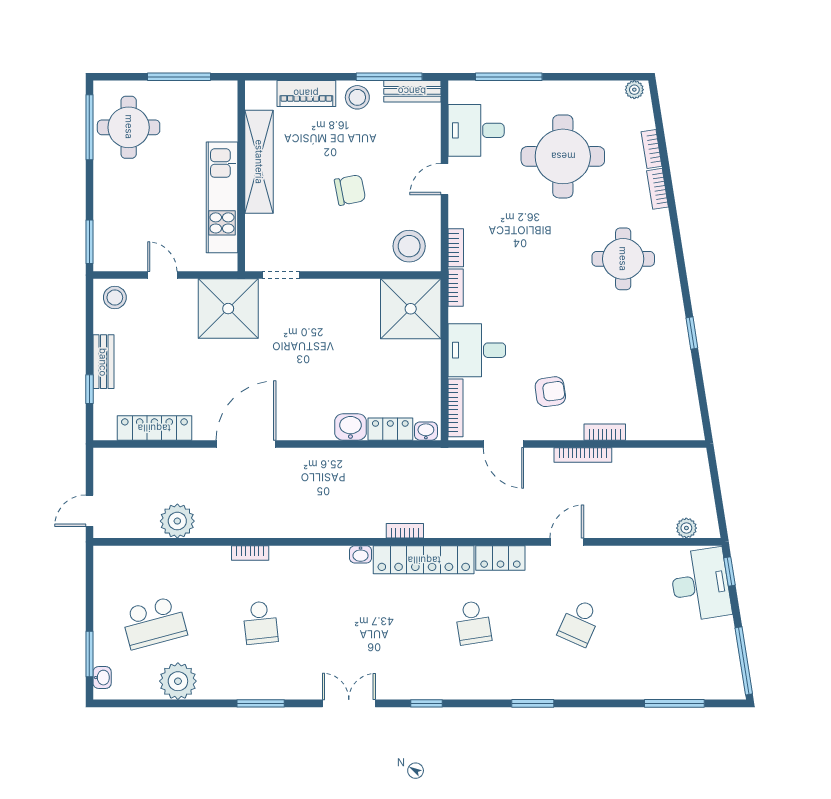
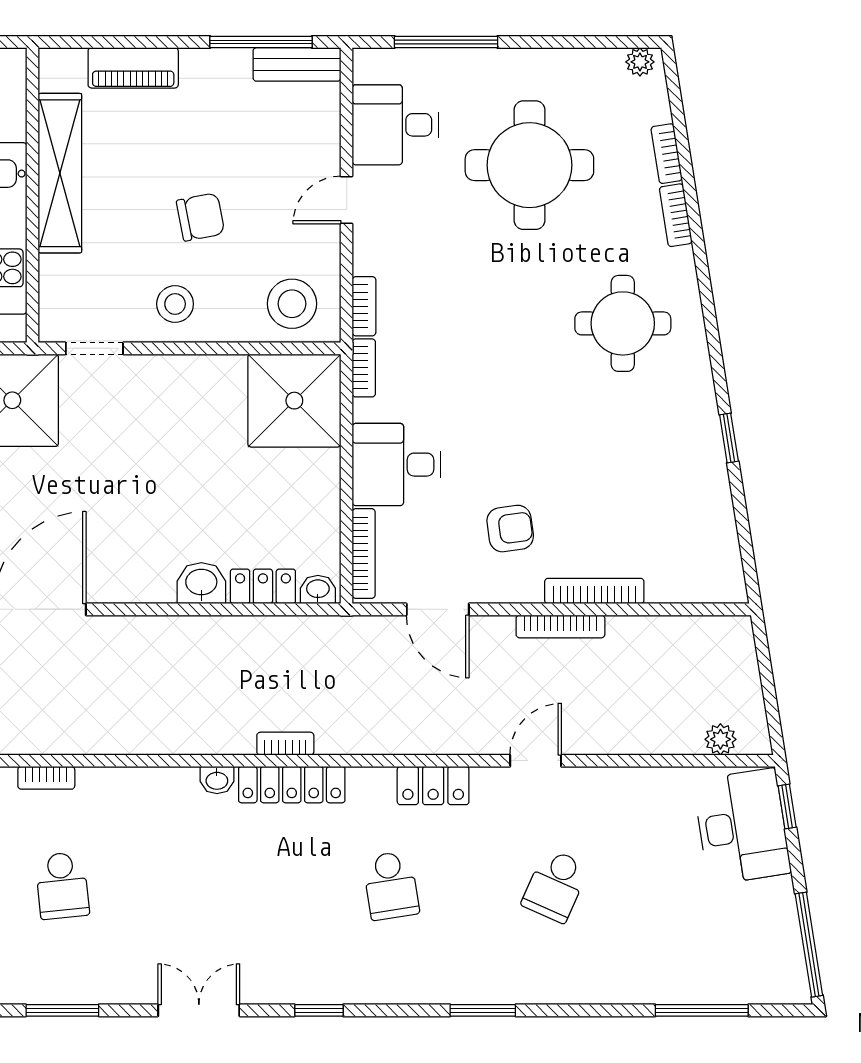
stool: (357, 97) -> (175, 304), moved
bookcase: (605, 432) -> (594, 591), width x1.56
locker: (424, 560) -> (292, 785), width x0.71, depth x0.83

